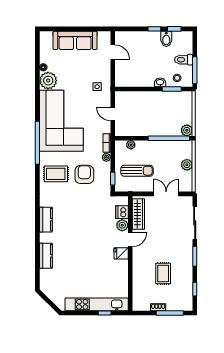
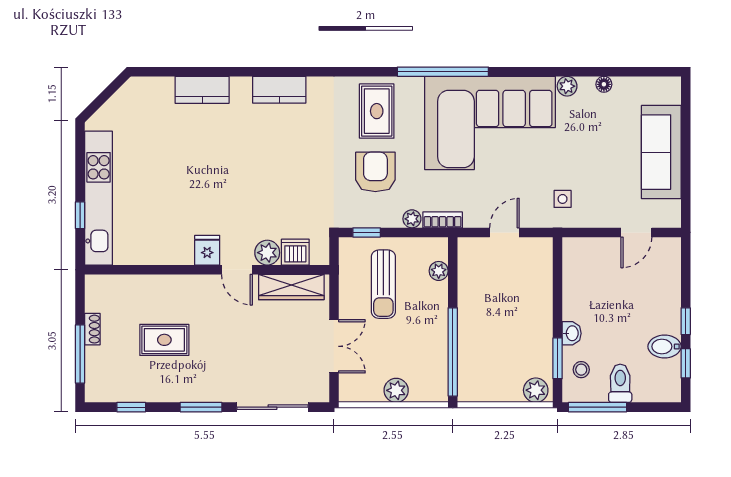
plant: (48, 81) -> (567, 86), width x0.53, depth x0.53
plant: (187, 130) -> (536, 390), moved
armchair: (84, 174) -> (375, 172), turned -90

